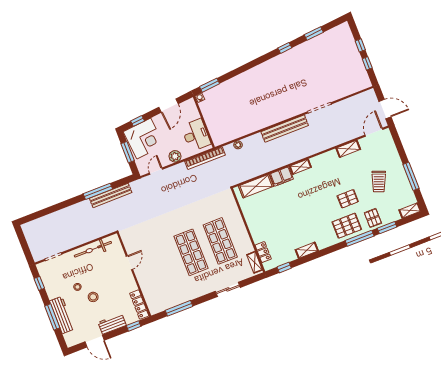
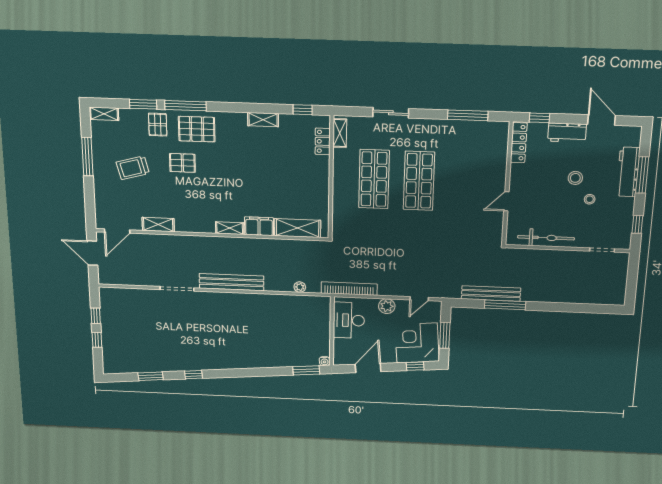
trolley: (379, 181) -> (133, 168), turned -126

